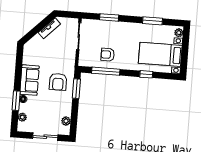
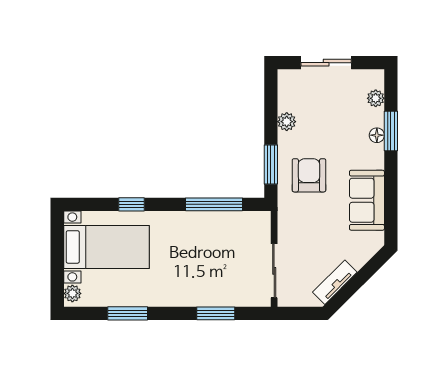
armchair: (108, 55) -> (213, 238), removed
sofa: (29, 80) -> (367, 200), moved
plant: (66, 121) -> (287, 122), moved

